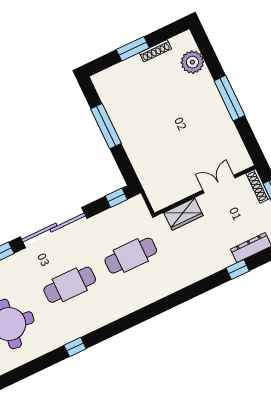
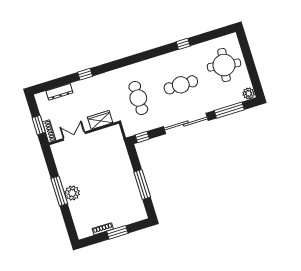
plant: (192, 62) -> (72, 193), moved
double door: (219, 184) -> (74, 136), swing flipped
cafe table: (131, 256) -> (138, 98), turned 90
window: (238, 269) -> (85, 74), moved

